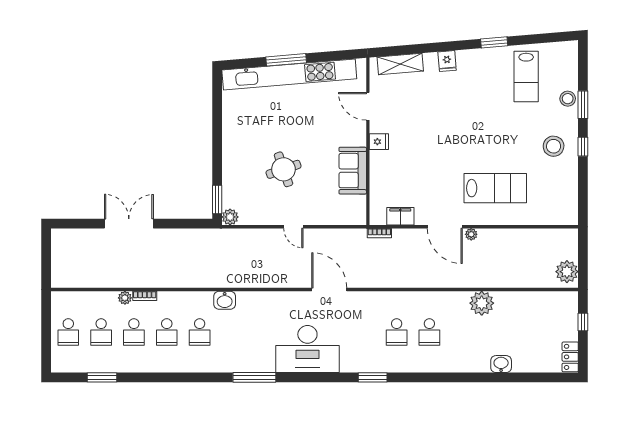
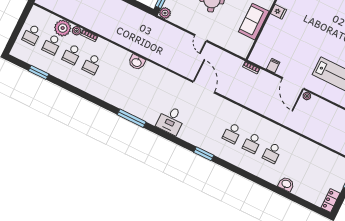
filing cabinet: (400, 216) -> (273, 66), width x0.50
plant: (482, 303) -> (63, 28), moved
school desk: (200, 332) -> (272, 153), moved
desk: (307, 349) -> (171, 120), width x0.53, depth x0.77

